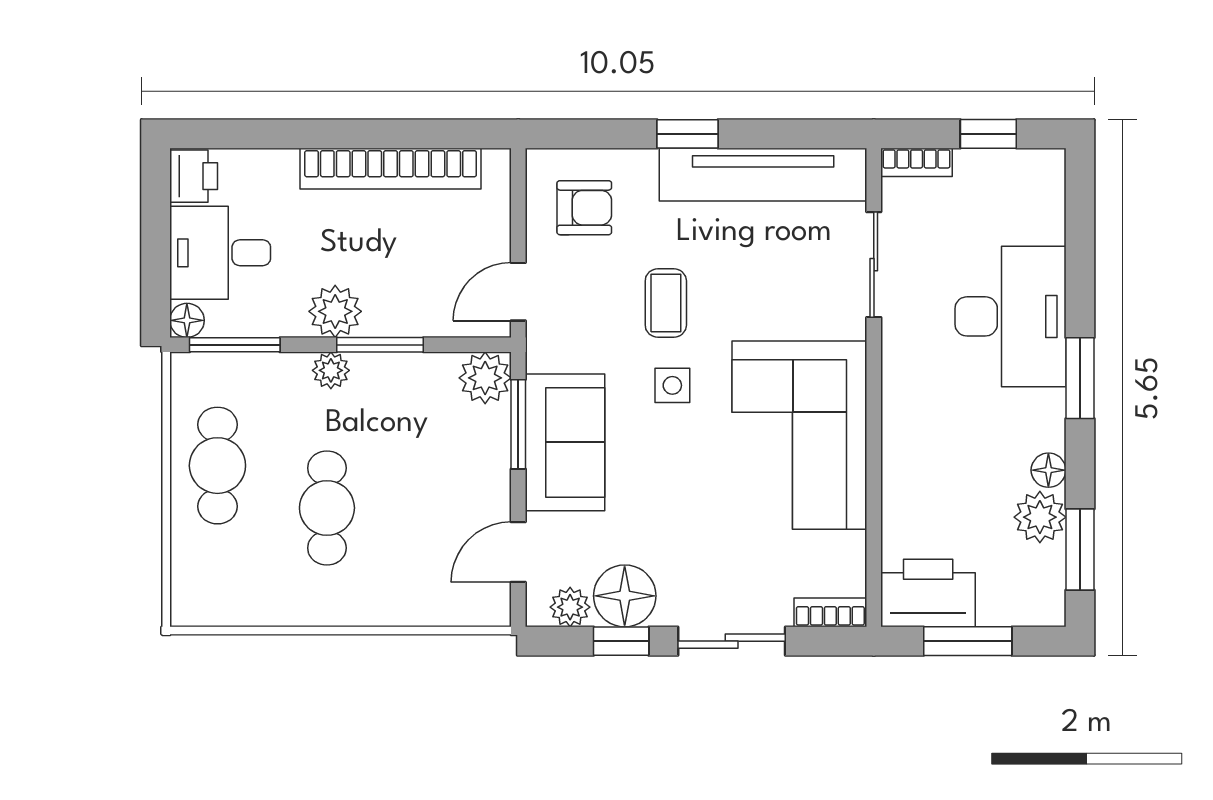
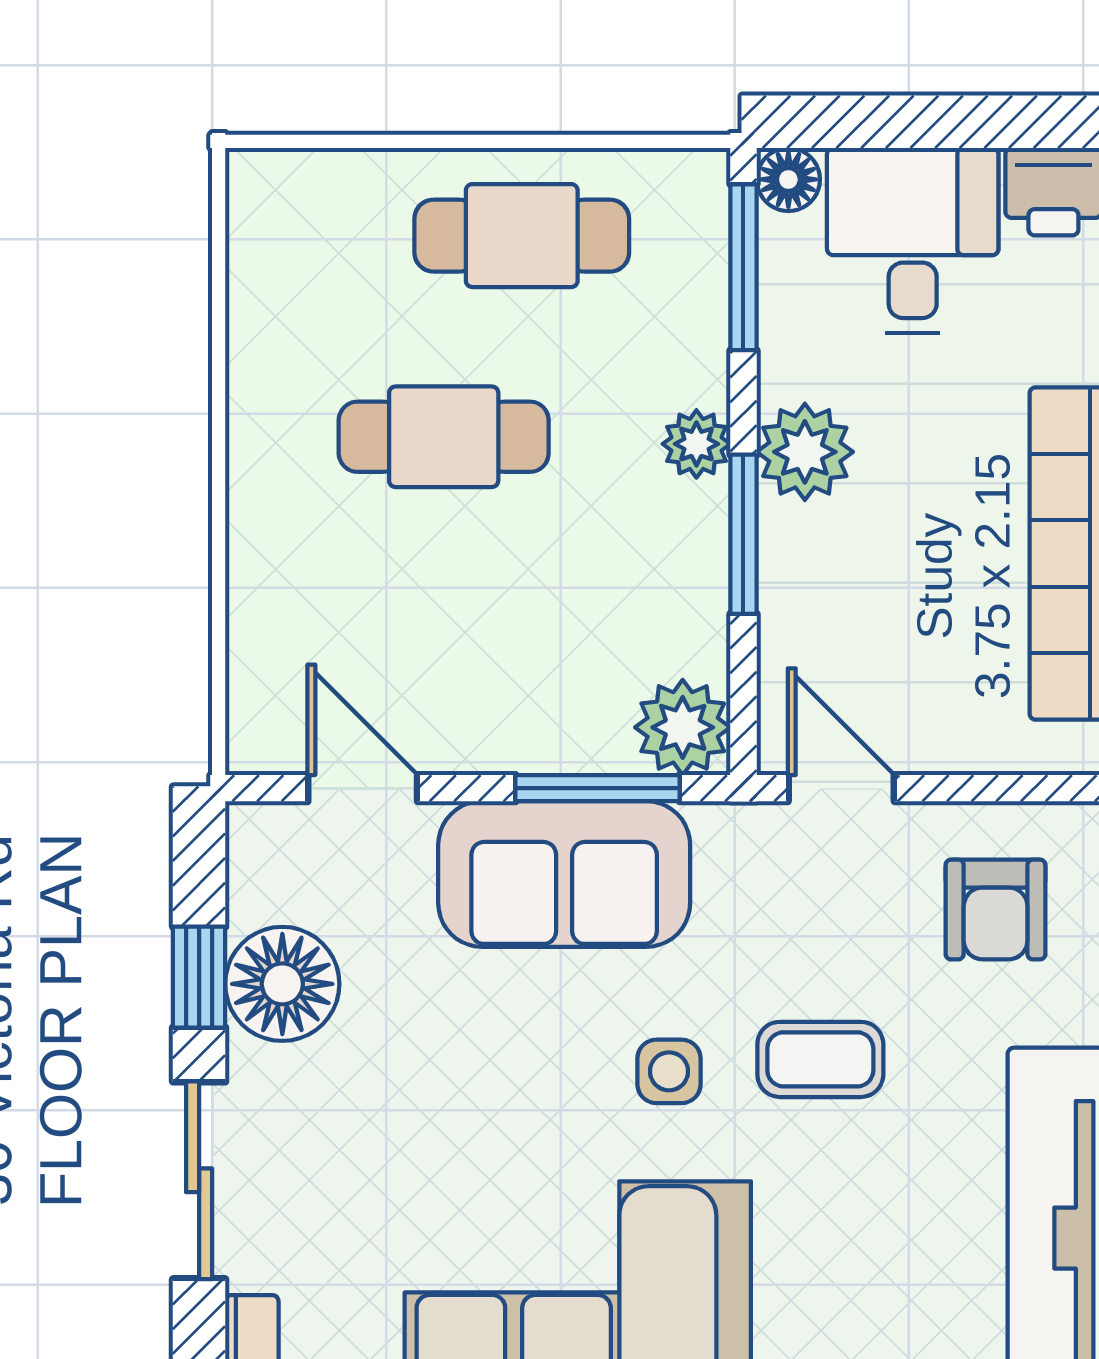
plant: (570, 607) -> (262, 883), removed

